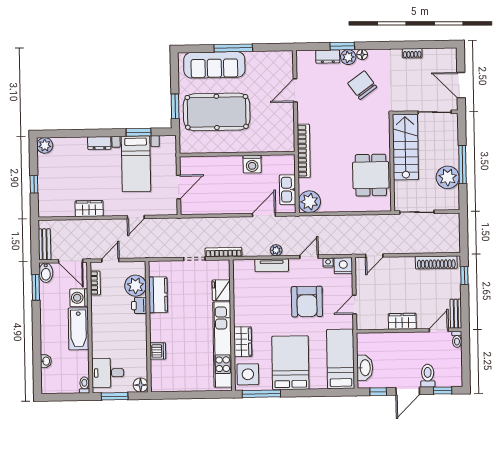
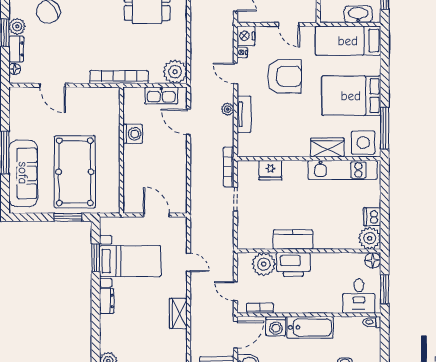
floor lamp: (362, 55) -> (15, 69), moved
kitchen counter: (158, 295) -> (293, 239), moved
printer: (139, 305) -> (293, 264), width x1.87, depth x1.48
kitchen unit: (222, 345) -> (343, 170), width x0.73
dishwasher: (158, 351) -> (372, 217), moved, turned -90
plant: (161, 382) -> (370, 238), added

